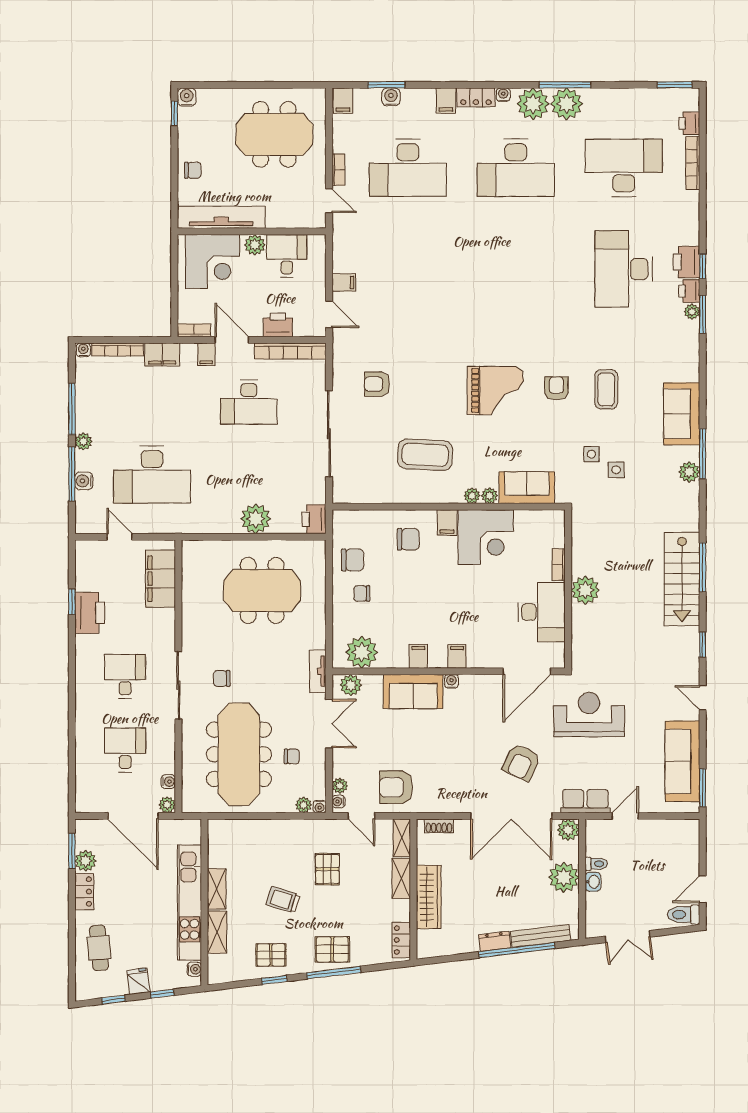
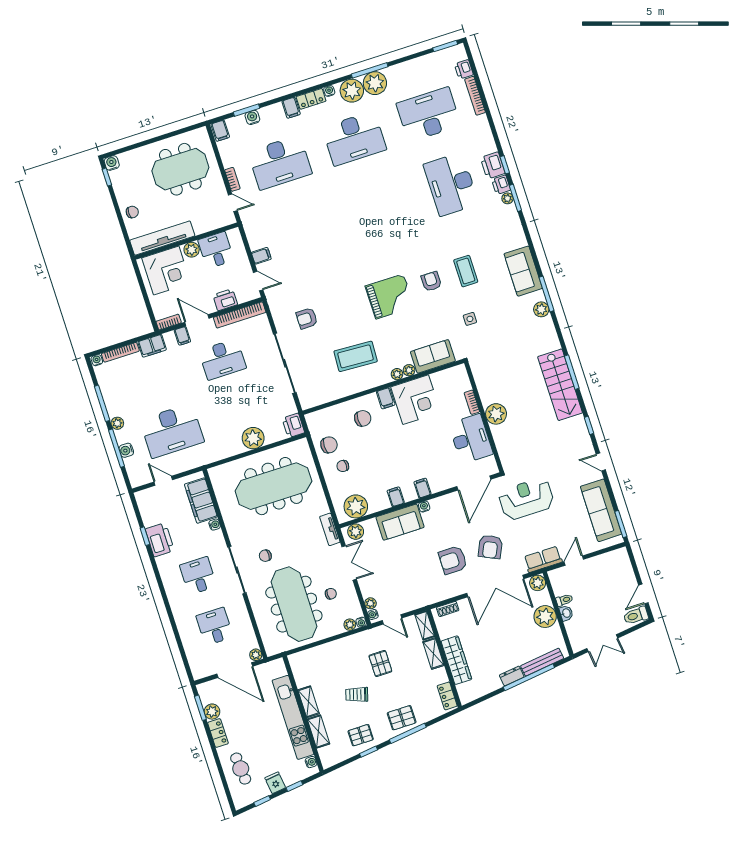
side table: (616, 470) -> (490, 324), removed
meeting table: (262, 590) -> (273, 486), width x1.36
water cooler: (168, 782) -> (215, 525), moved
armchair: (396, 787) -> (453, 560), moved

